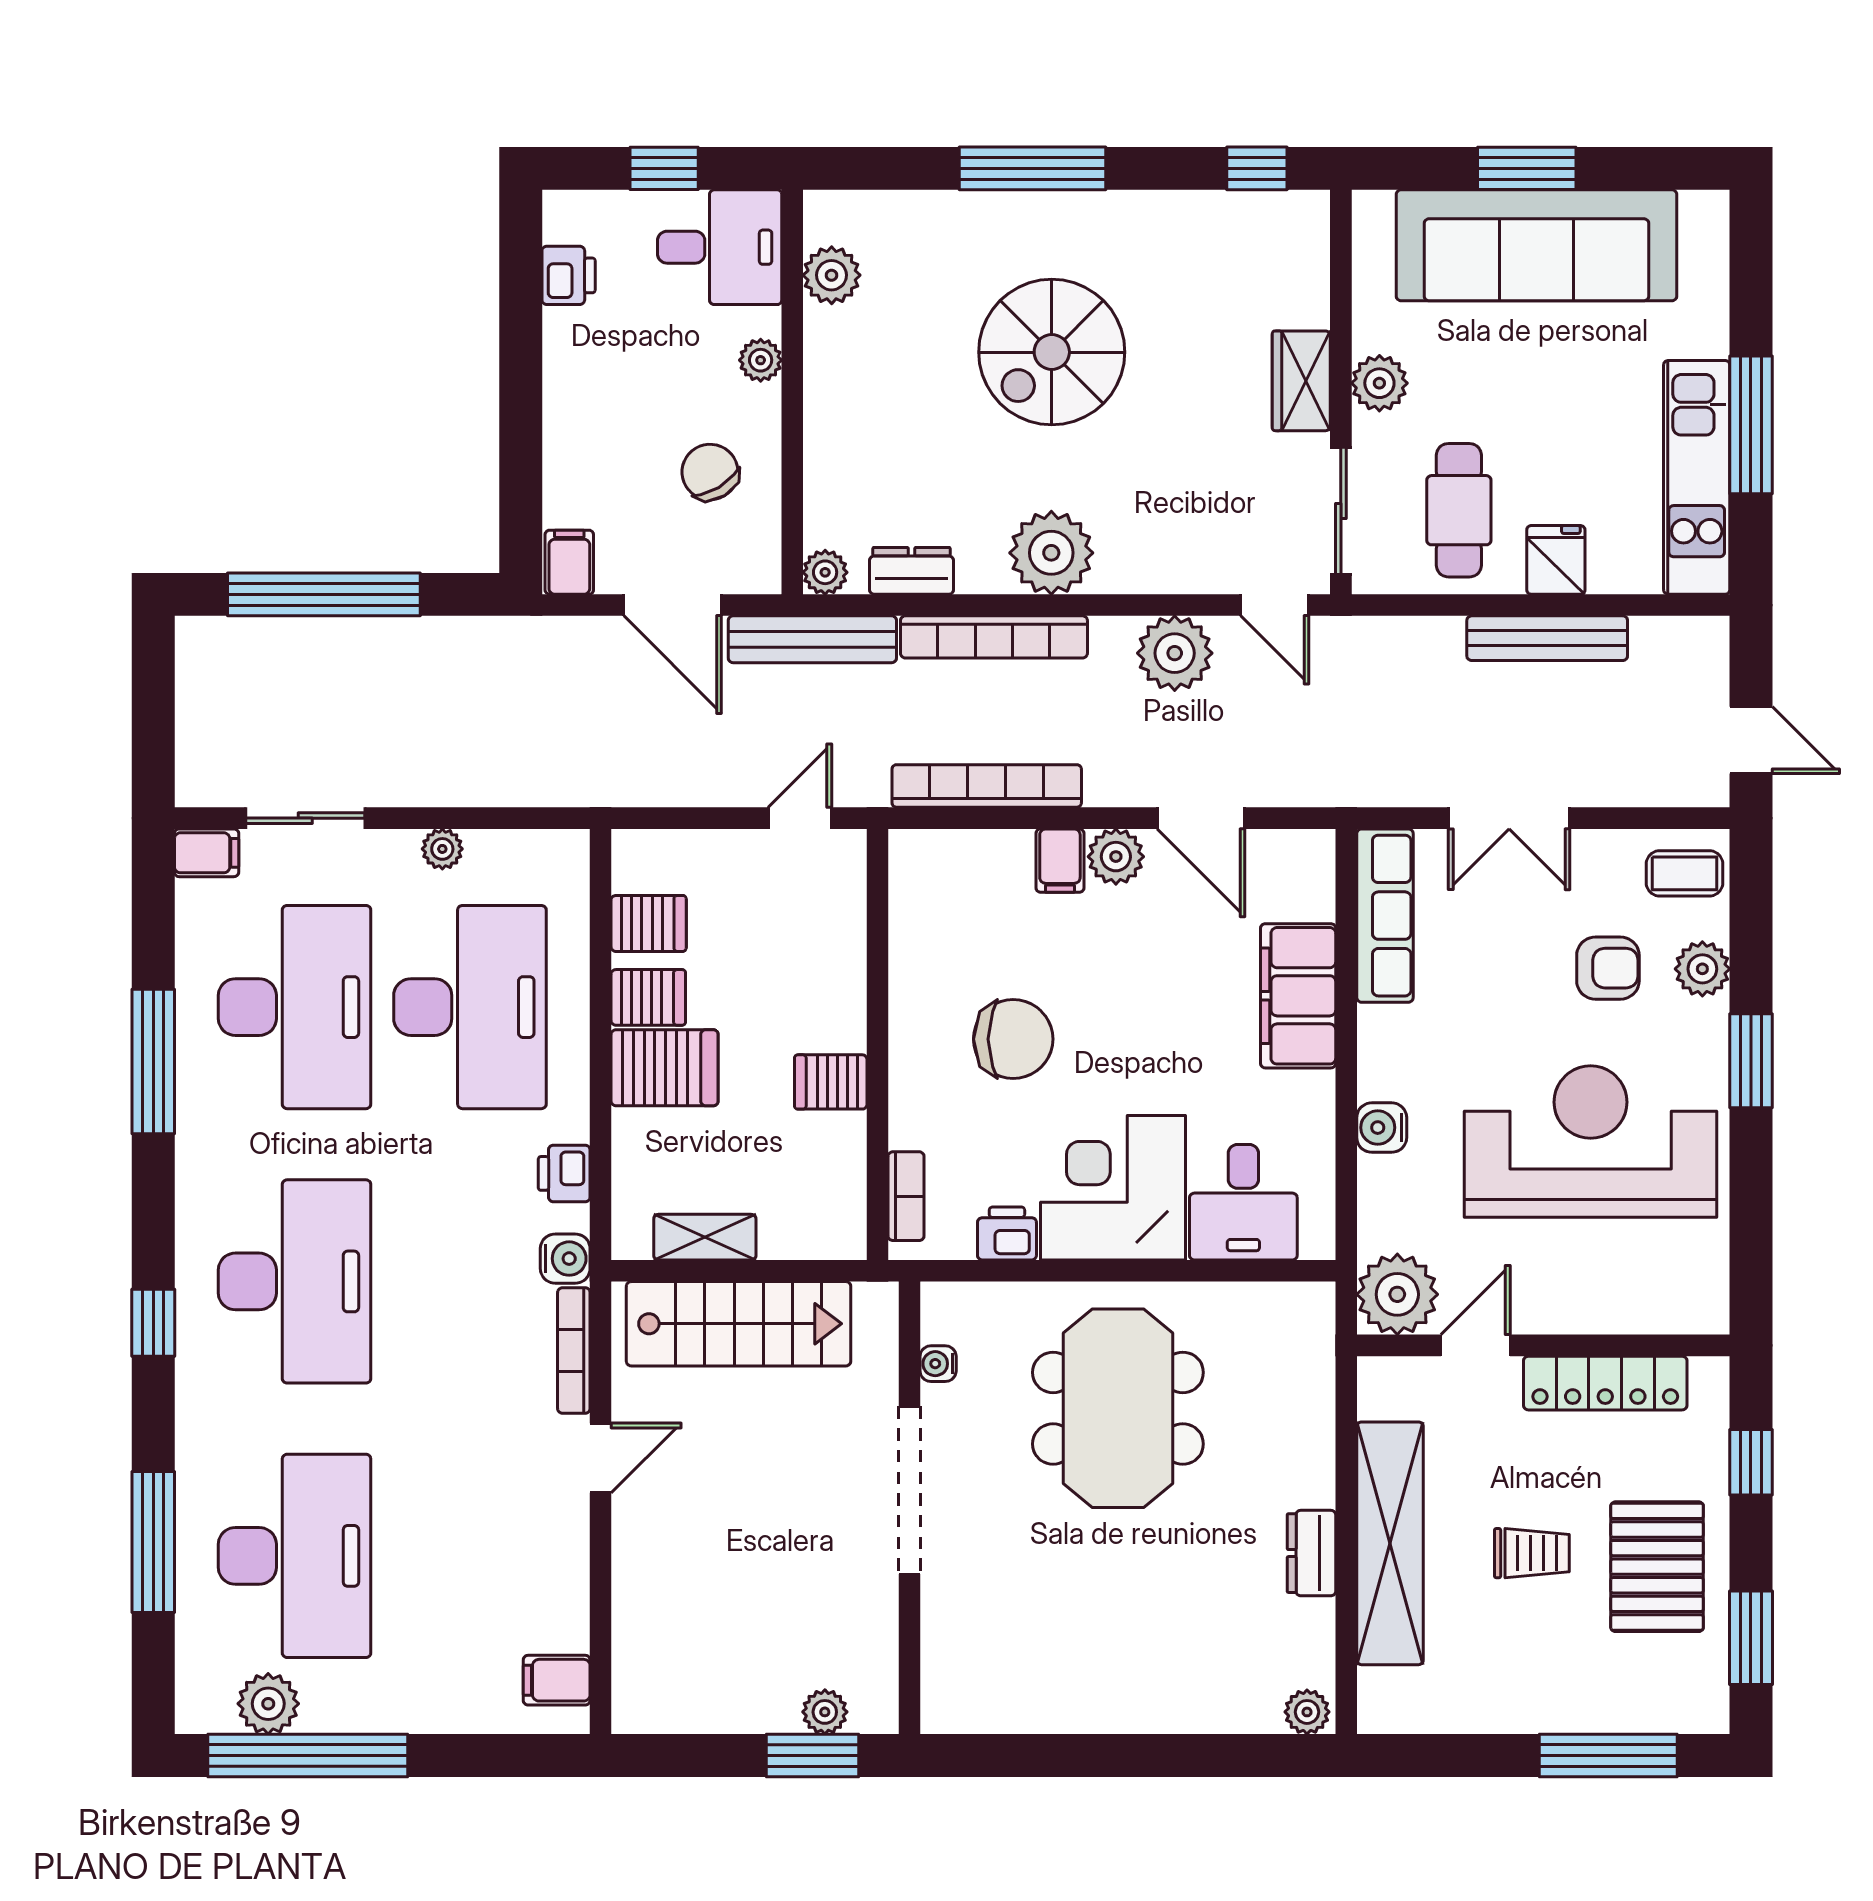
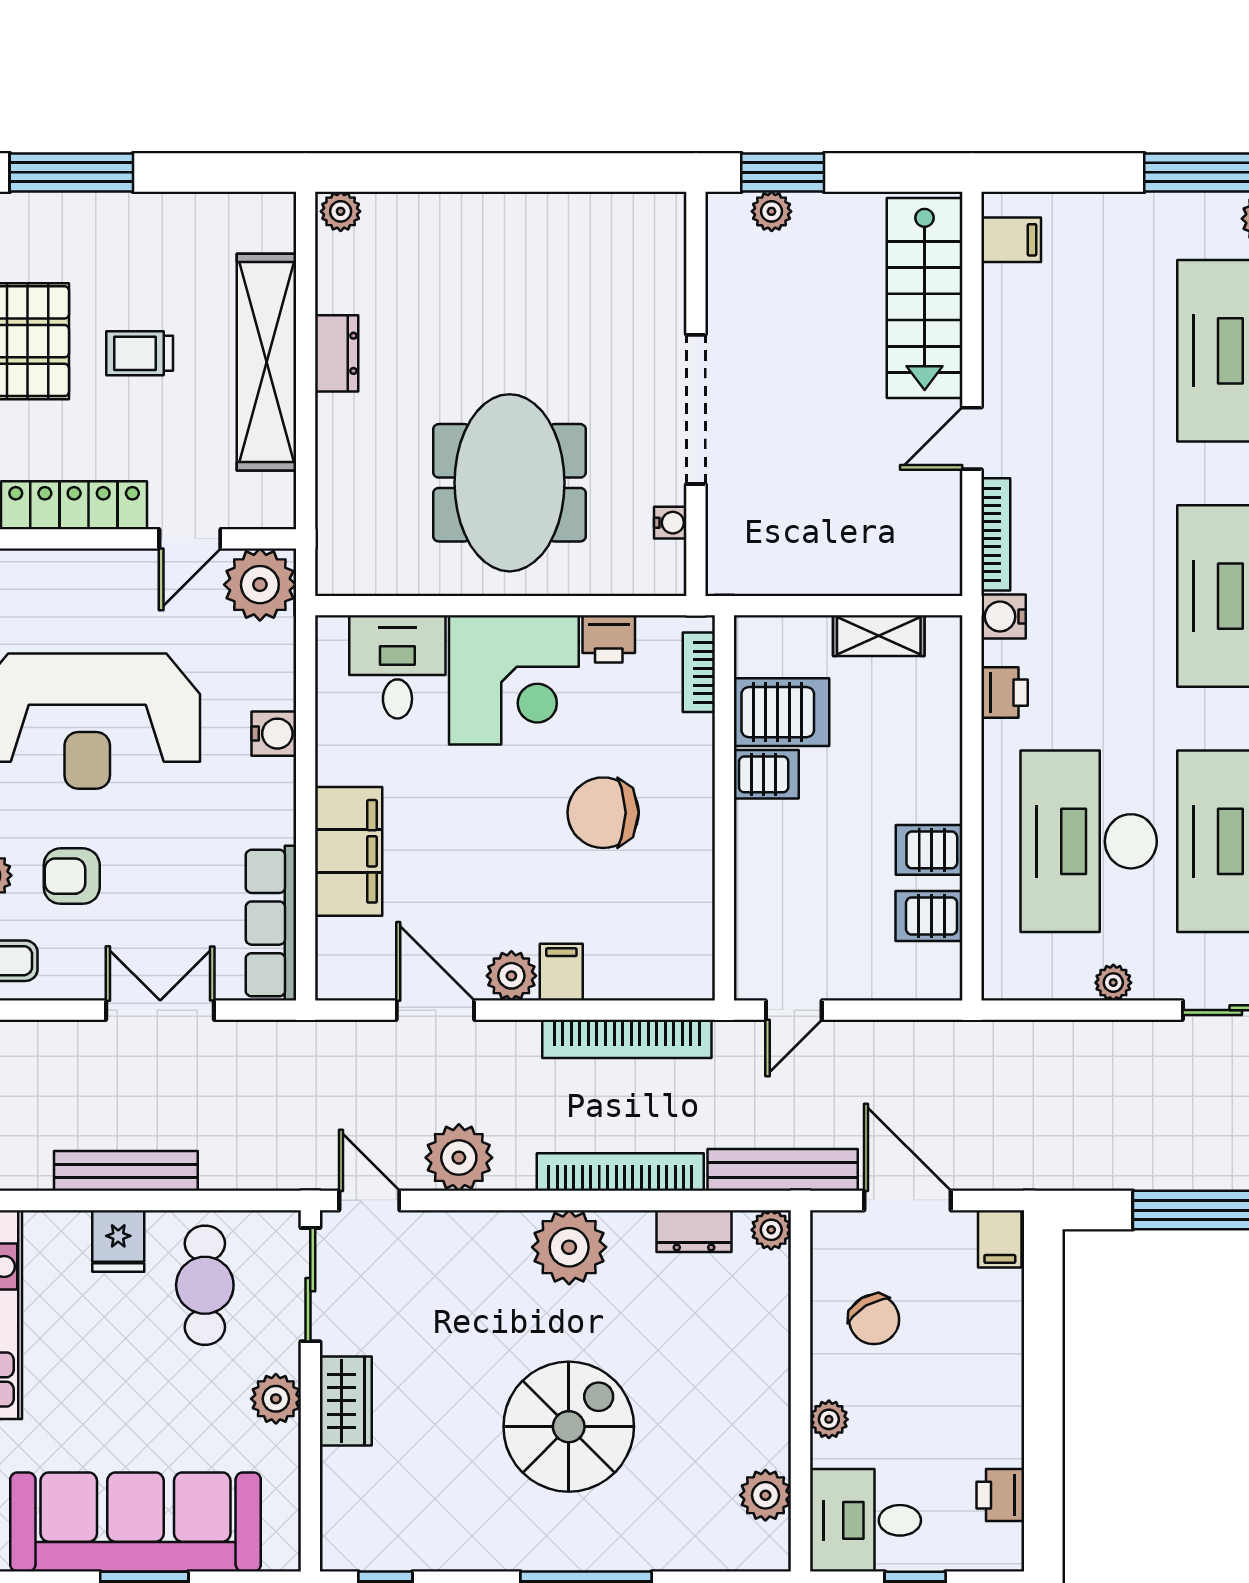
server rack: (665, 1068) -> (782, 712), moved, turned 180
stairs: (739, 1324) -> (925, 298), moved, turned -90

